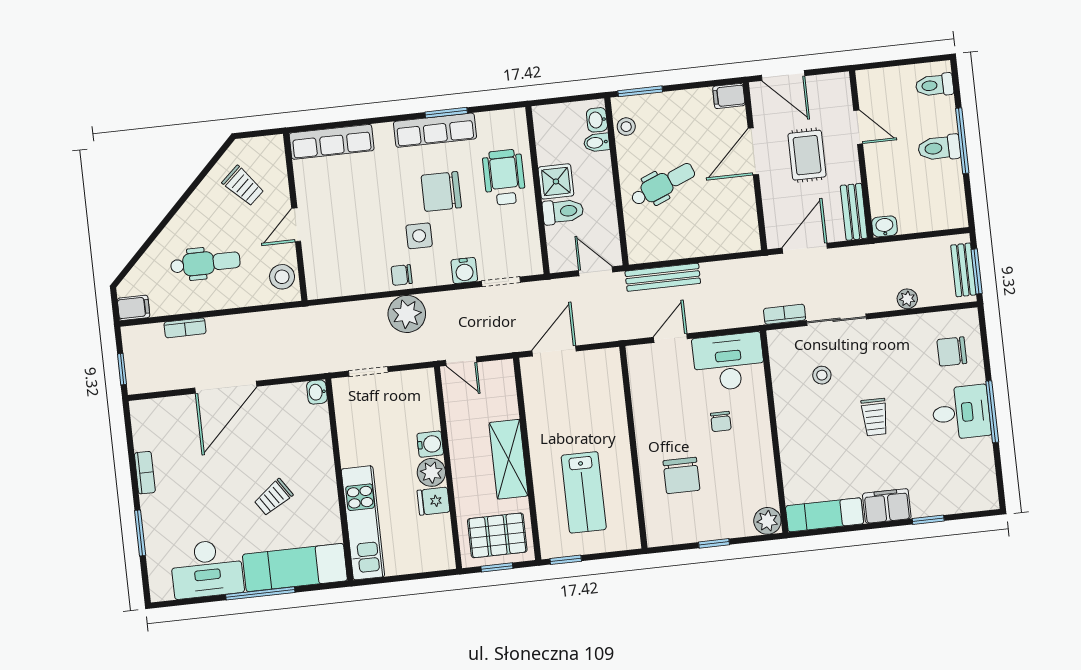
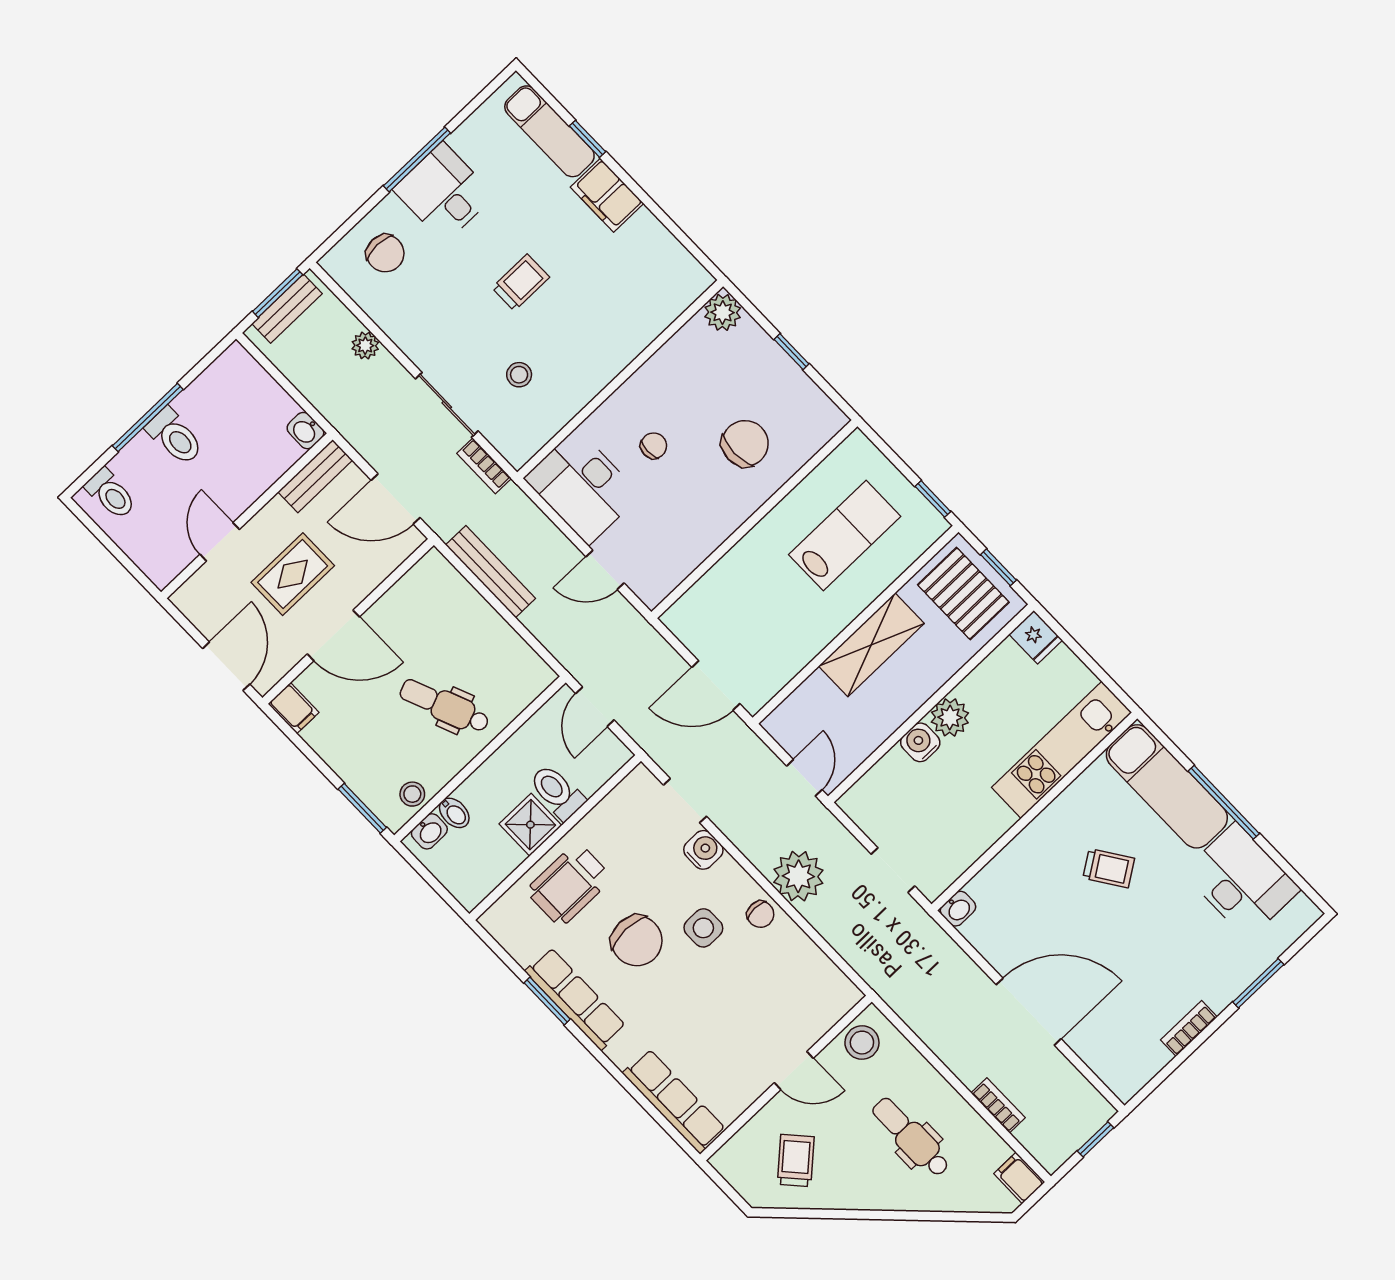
bench: (663, 277) -> (491, 572), moved
fridge: (433, 501) -> (1036, 637), moved
exam couch: (825, 515) -> (549, 131), moved

